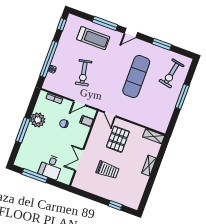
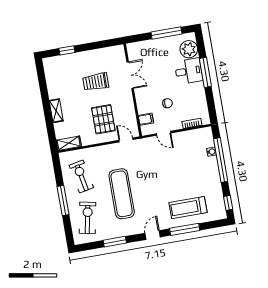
exercise bike: (84, 73) -> (81, 176), moved
door: (80, 103) -> (164, 133), swing flipped
plant: (38, 120) -> (189, 49), moved
desk: (51, 167) -> (189, 71), moved, turned 90

